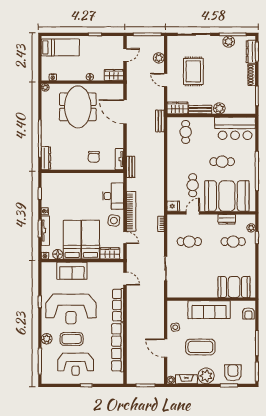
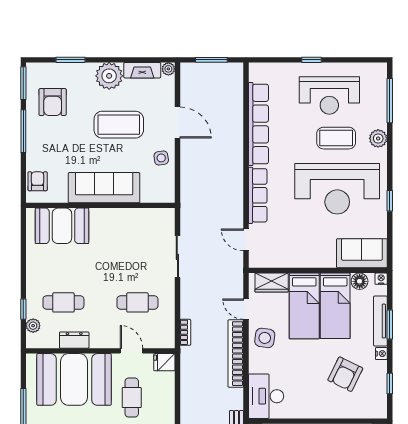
desk: (113, 196) -> (266, 396), moved
armchair: (66, 199) -> (345, 374), added
door: (193, 213) -> (131, 351), swing flipped
sofa: (72, 271) -> (362, 253), moved
reception desk: (71, 309) -> (337, 189), turned 180
reception desk: (76, 364) -> (329, 95), turned 180
armchair: (233, 373) -> (53, 102), moved

